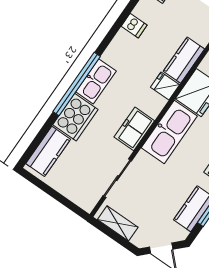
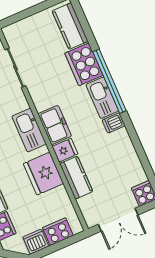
dishwasher: (134, 26) -> (114, 123), moved
freezer: (134, 129) -> (55, 125), moved
kitchen sink: (169, 132) -> (29, 130), width x0.73, depth x0.81

